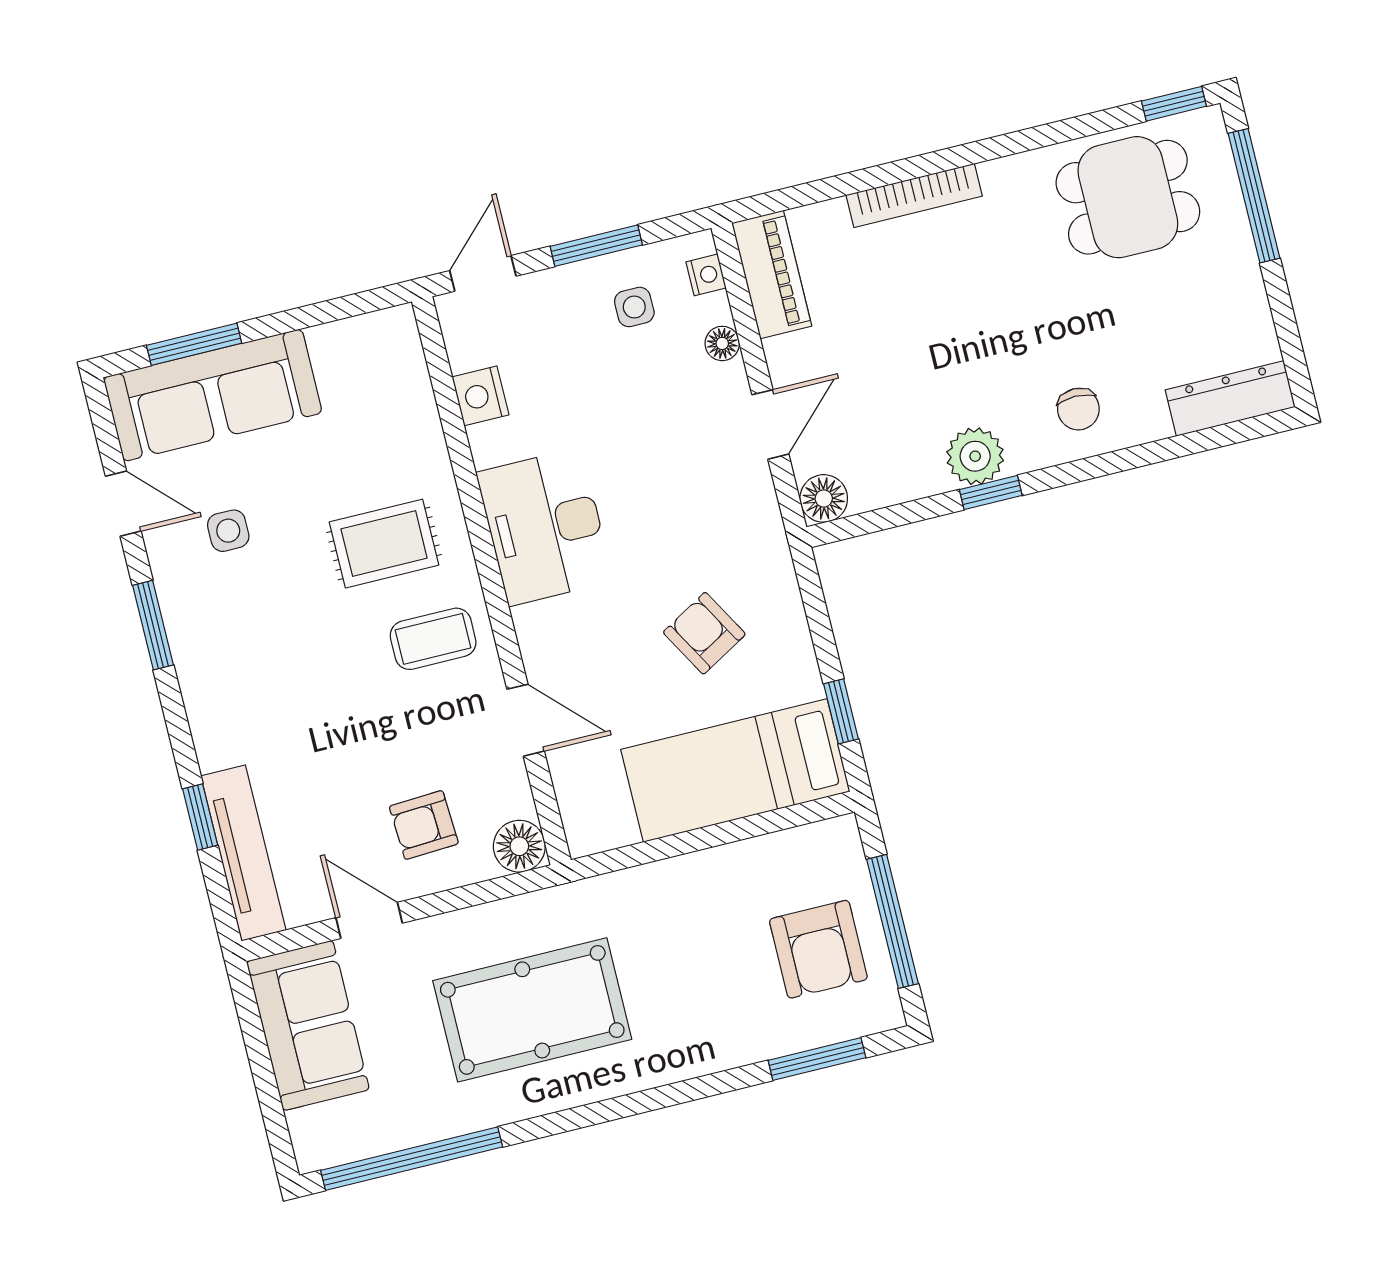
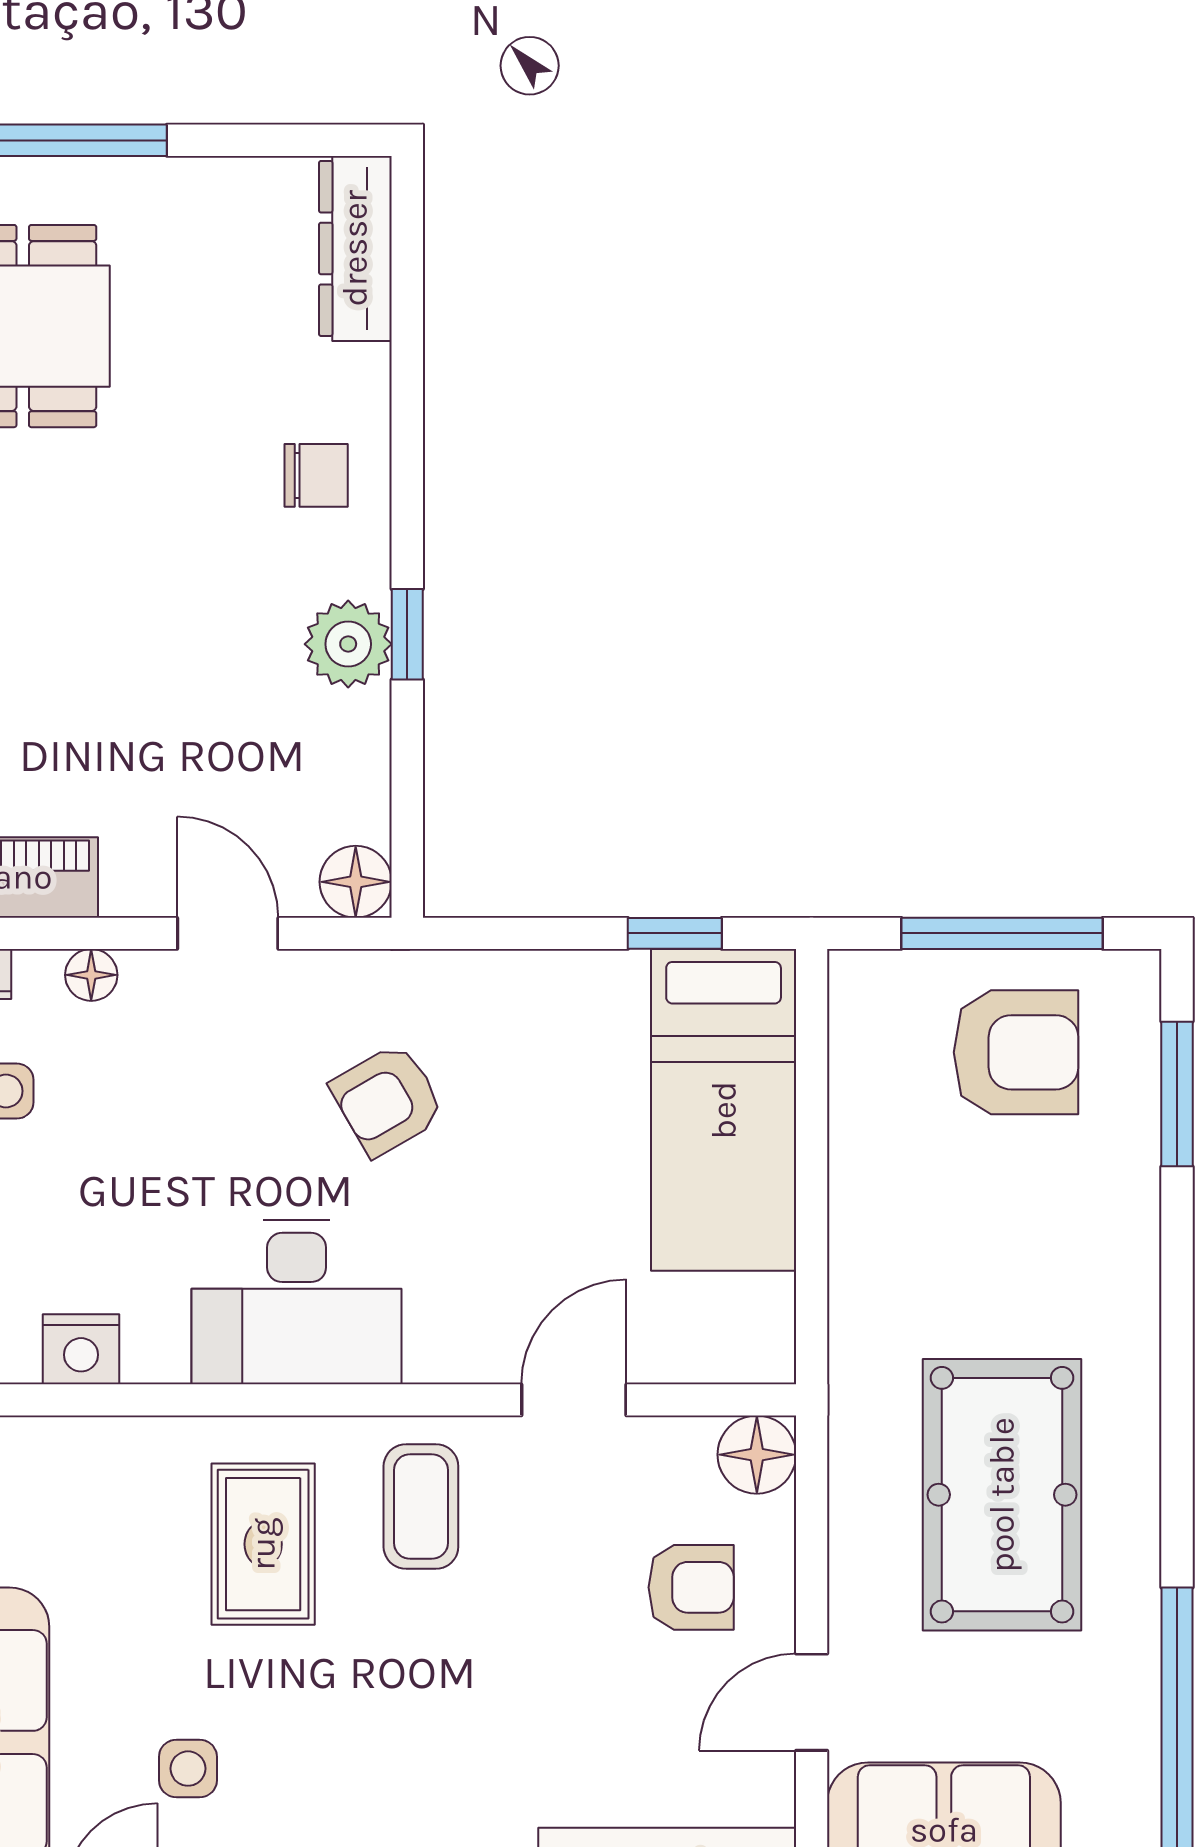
armchair: (704, 633) -> (388, 1100), moved
armchair: (424, 825) -> (691, 1587), turned -87

